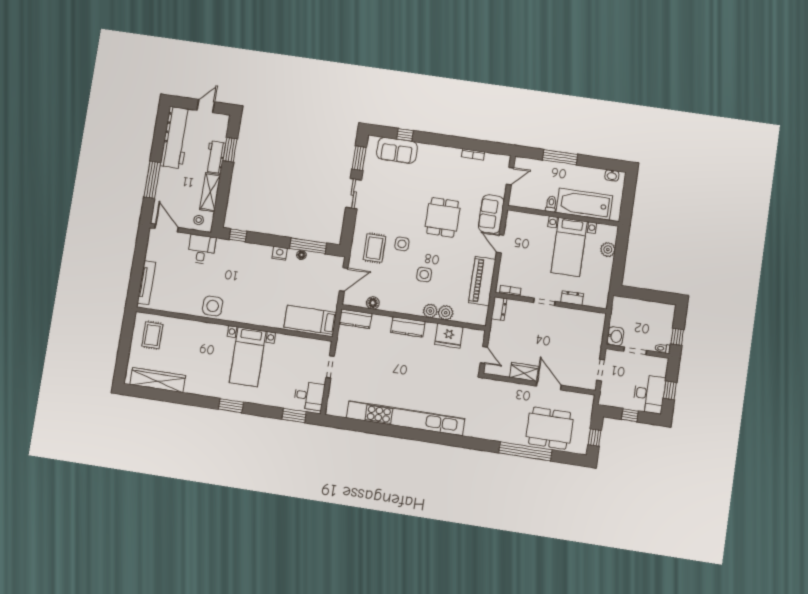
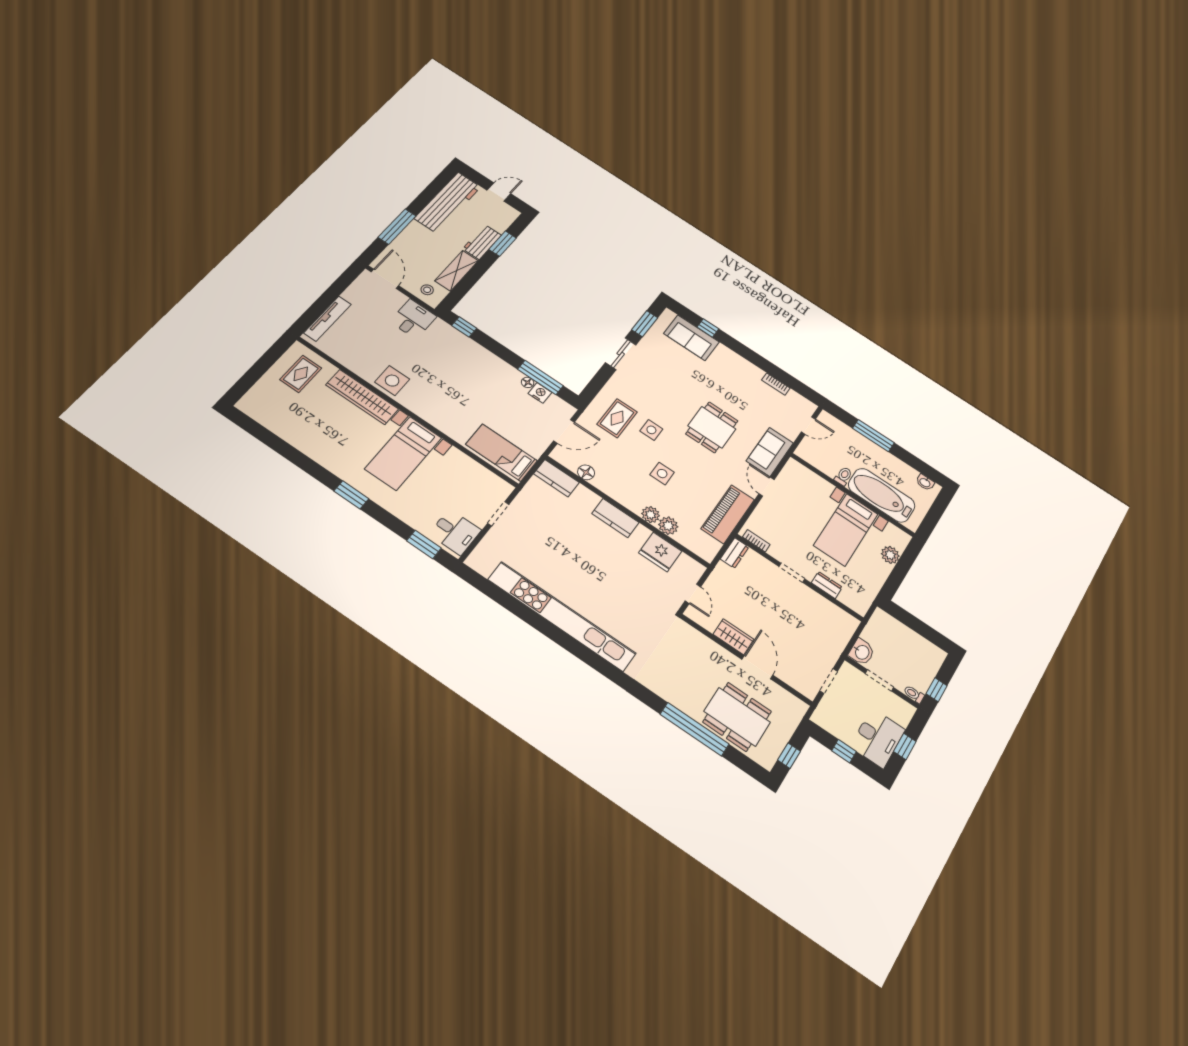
nightstand: (280, 253) -> (540, 393), moved
wardrobe: (158, 380) -> (362, 397), moved, turned 180

